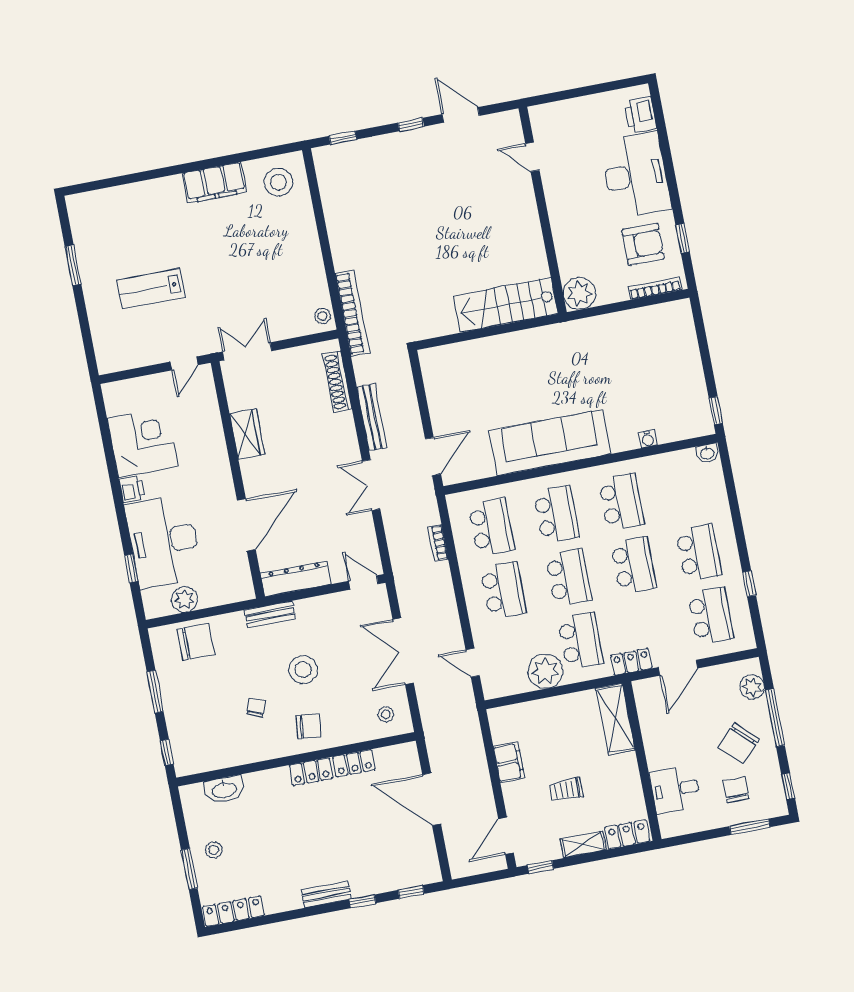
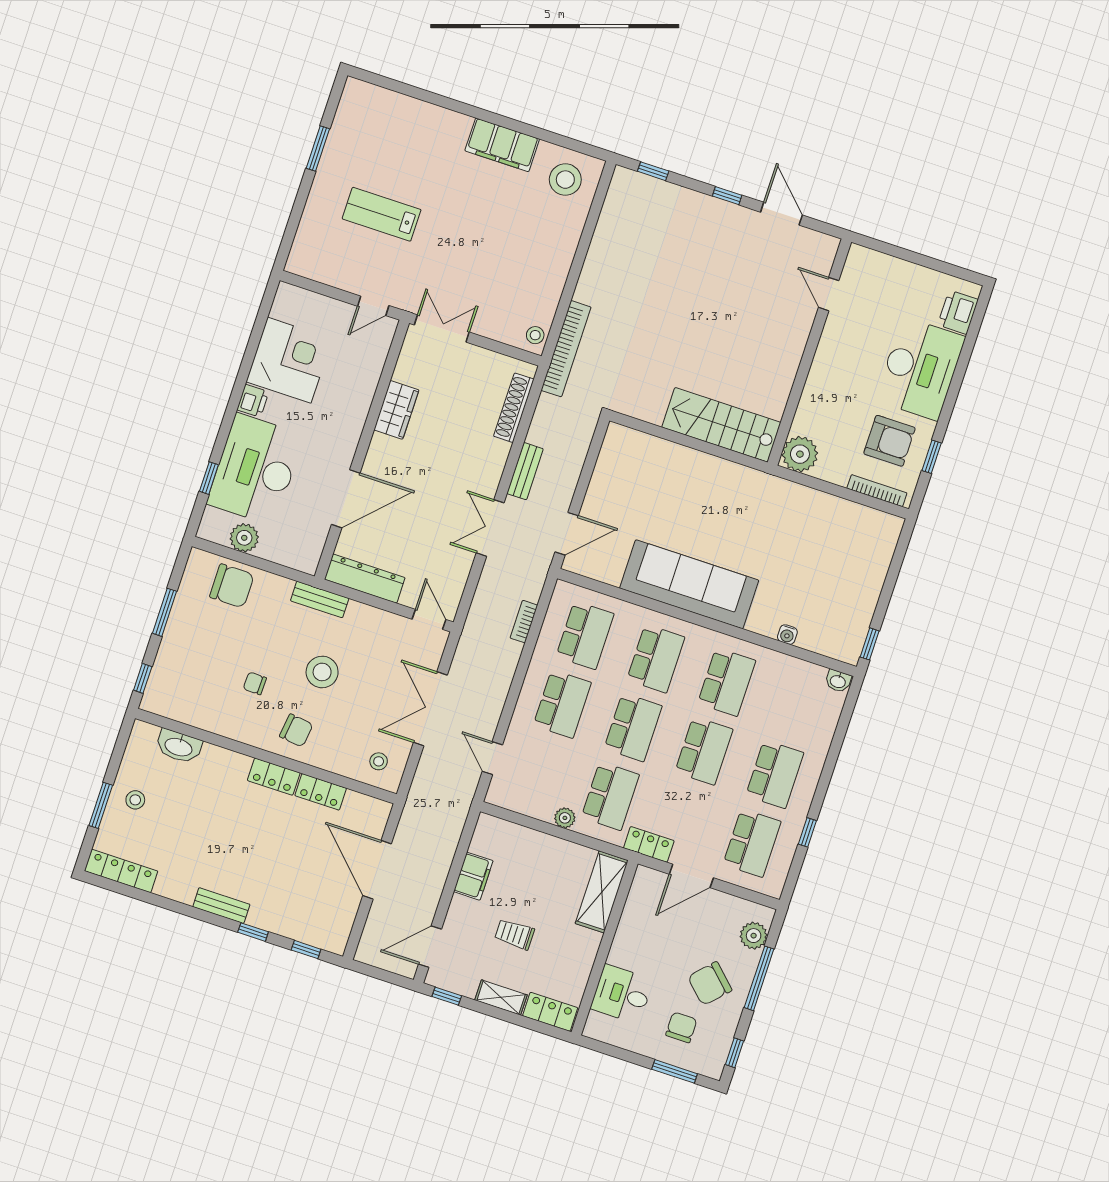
bench: (372, 417) -> (525, 471), width x0.73
plant: (545, 671) -> (565, 818), width x0.53, depth x0.53
chair: (256, 708) -> (255, 683), turned -110

